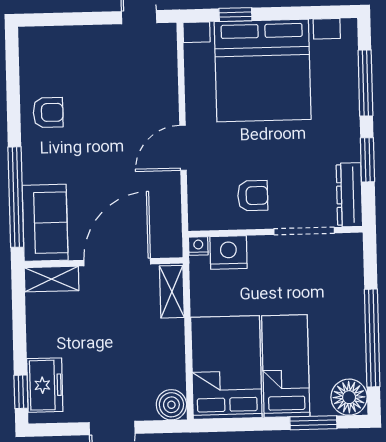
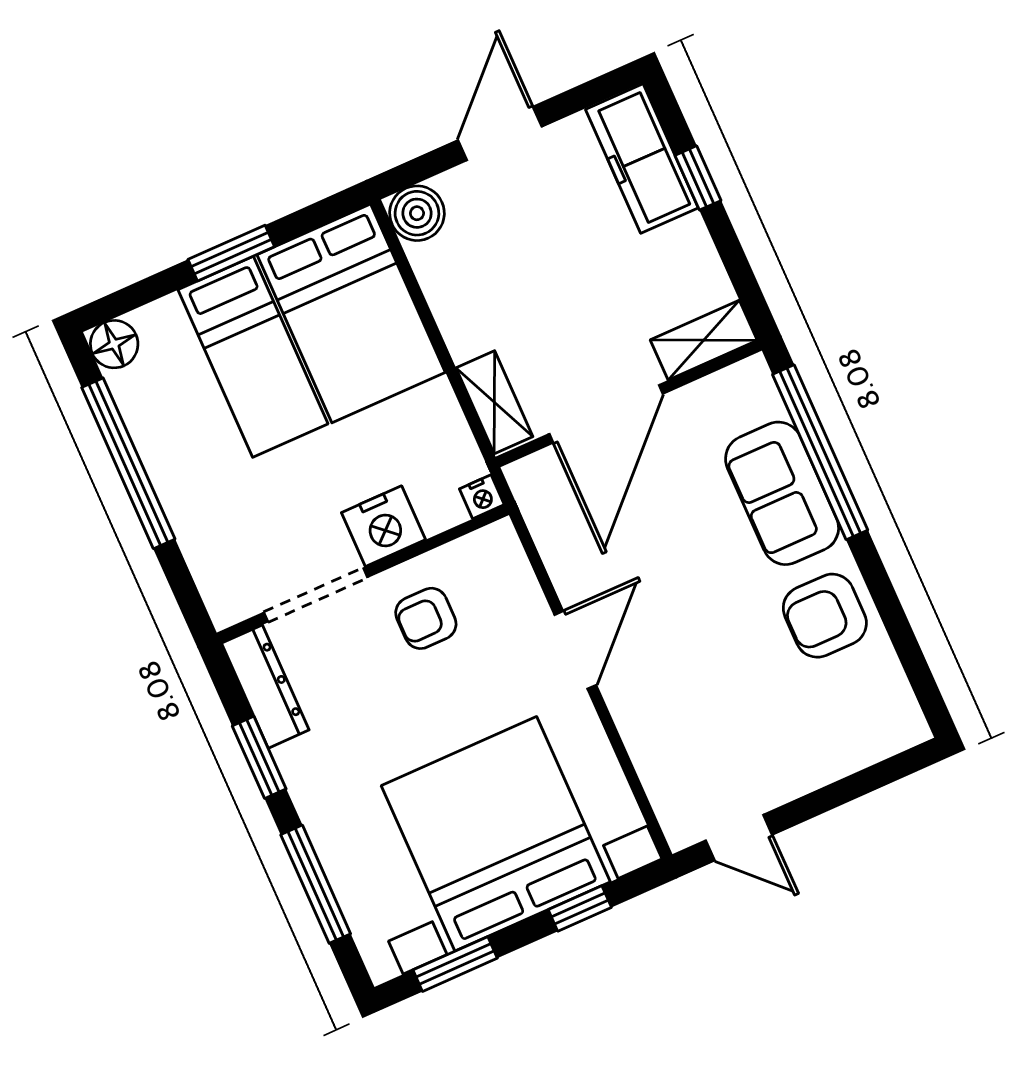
window: (311, 13) -> (455, 964), added
armchair: (48, 112) -> (825, 616), width x1.38, depth x1.38
sofa: (45, 223) -> (782, 493), moved
nightstand: (228, 252) -> (383, 526), moved
freezer: (45, 385) -> (642, 159), width x1.40
window: (21, 392) -> (698, 178), moved
floor lamp: (349, 397) -> (114, 344), width x0.73, depth x0.73
window: (313, 423) -> (231, 253), moved

